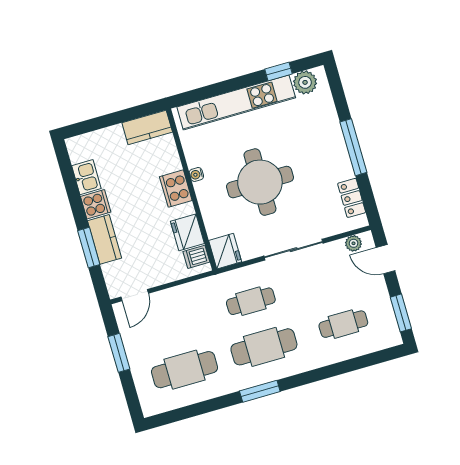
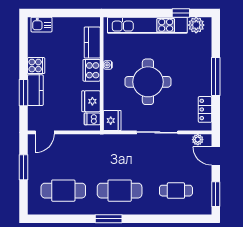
kitchen counter: (147, 127) -> (92, 43), moved, turned 90
kitchen sink: (86, 177) -> (41, 25), moved, turned 90
cafe table: (251, 301) -> (120, 158), removed

